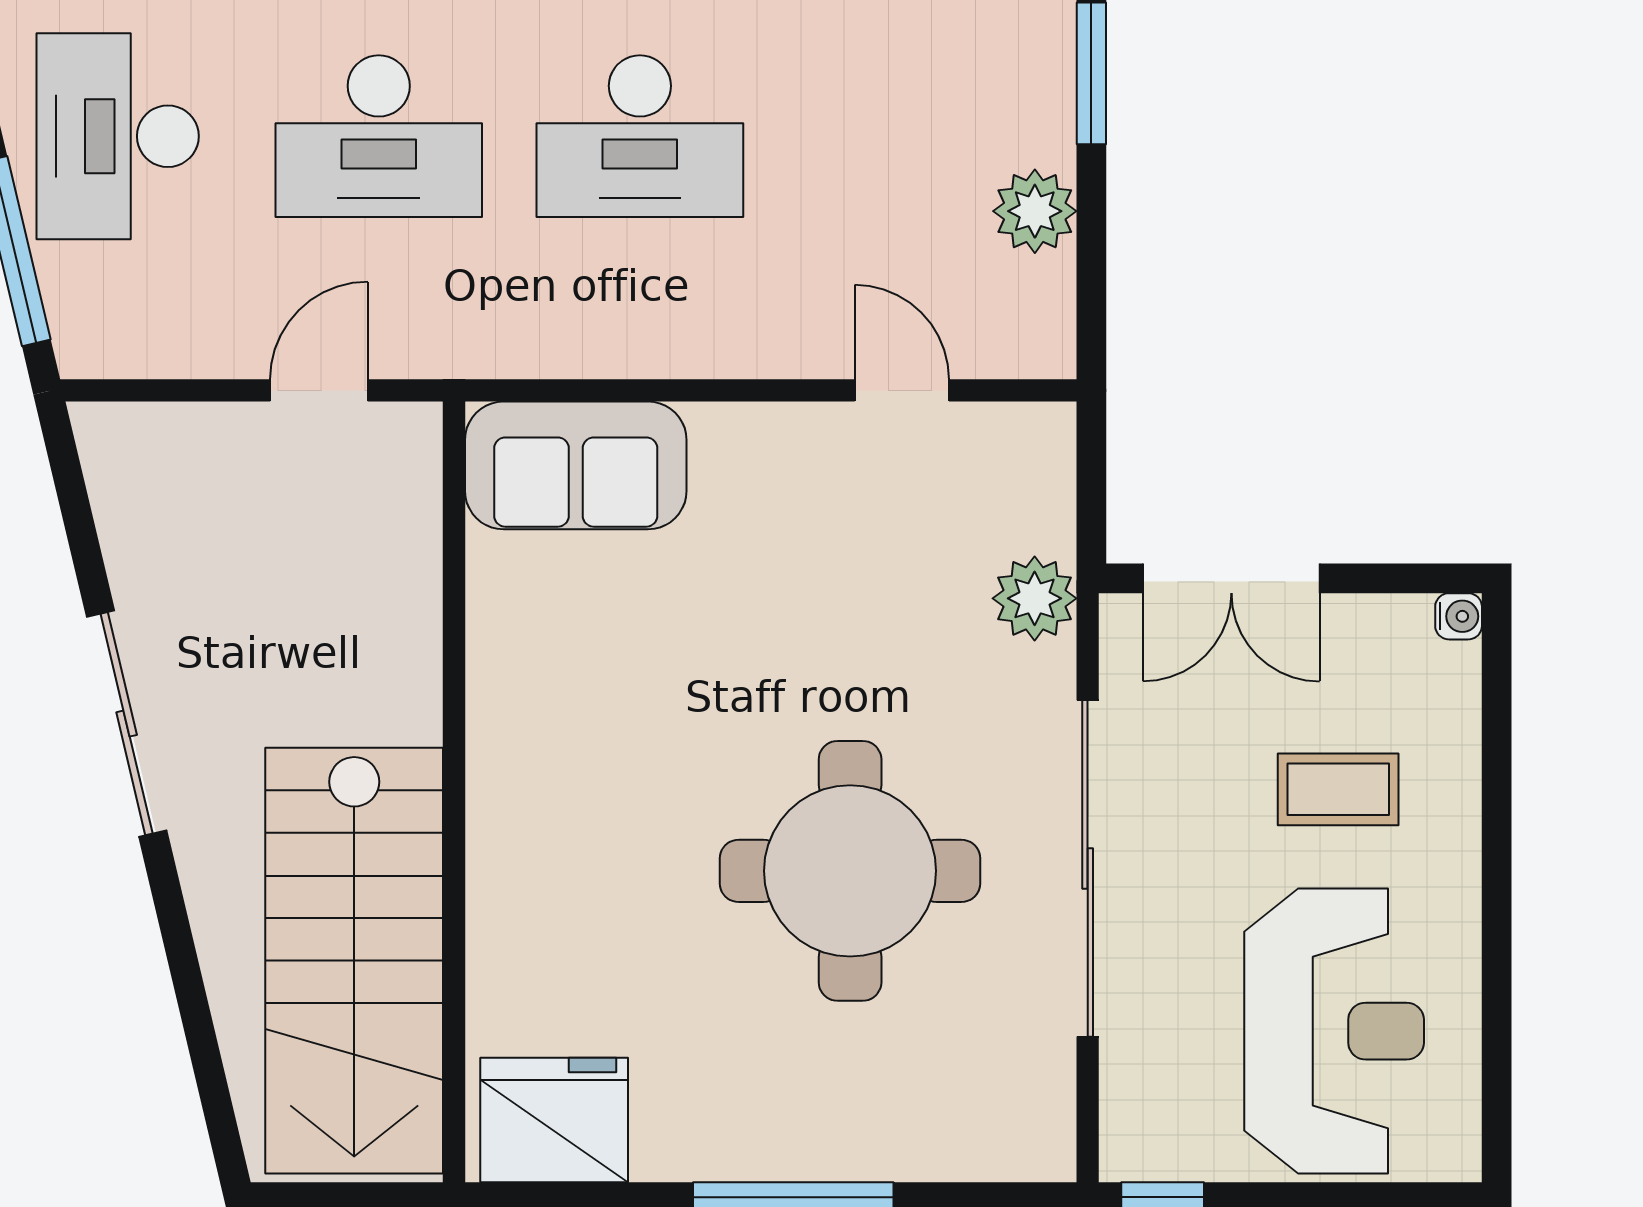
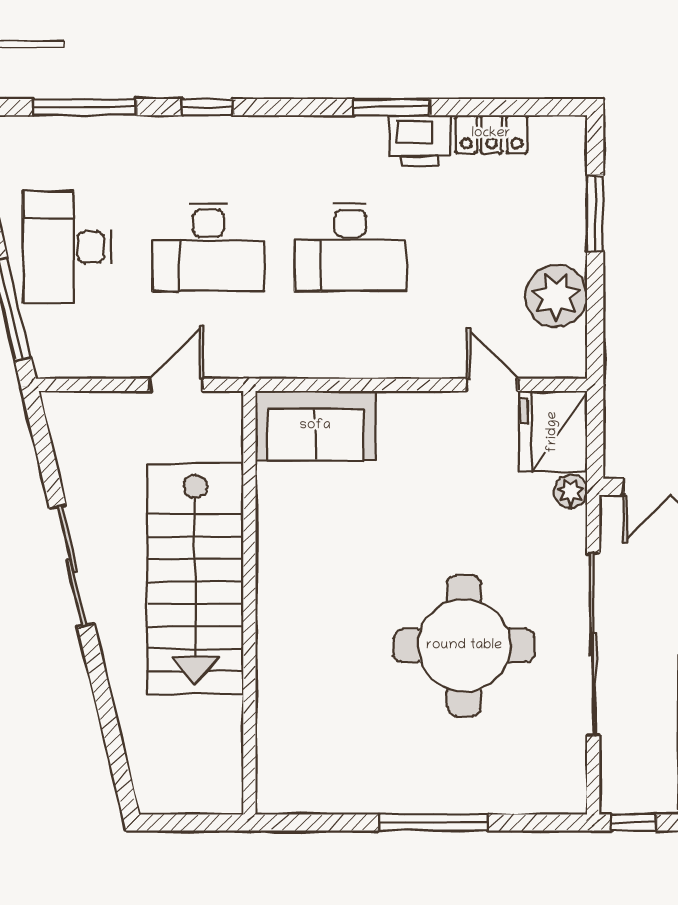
plant: (1035, 211) -> (556, 296), width x1.36, depth x1.36
plant: (1035, 598) -> (570, 492), width x0.73, depth x0.73
stairs: (354, 961) -> (195, 579), moved
fridge: (554, 1120) -> (553, 432), moved, turned -90

